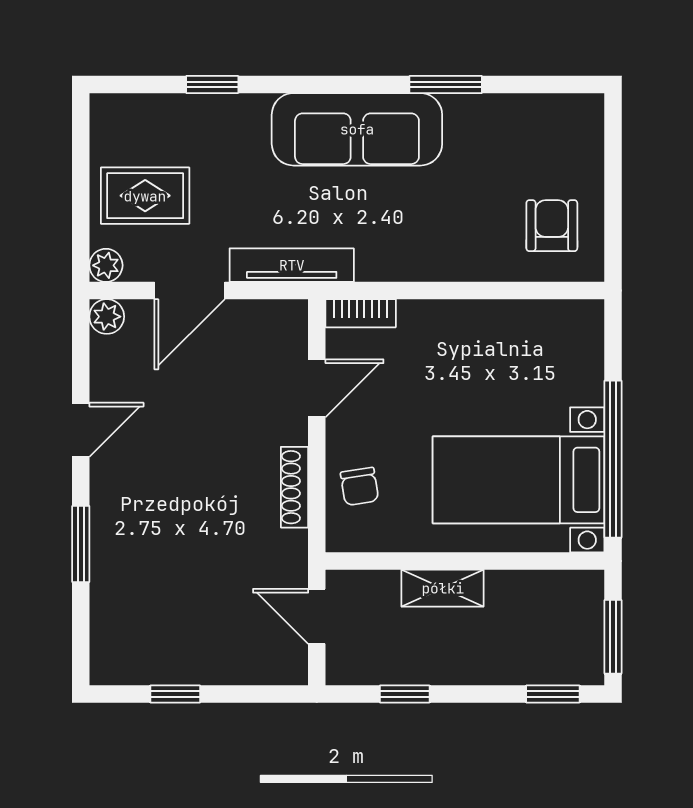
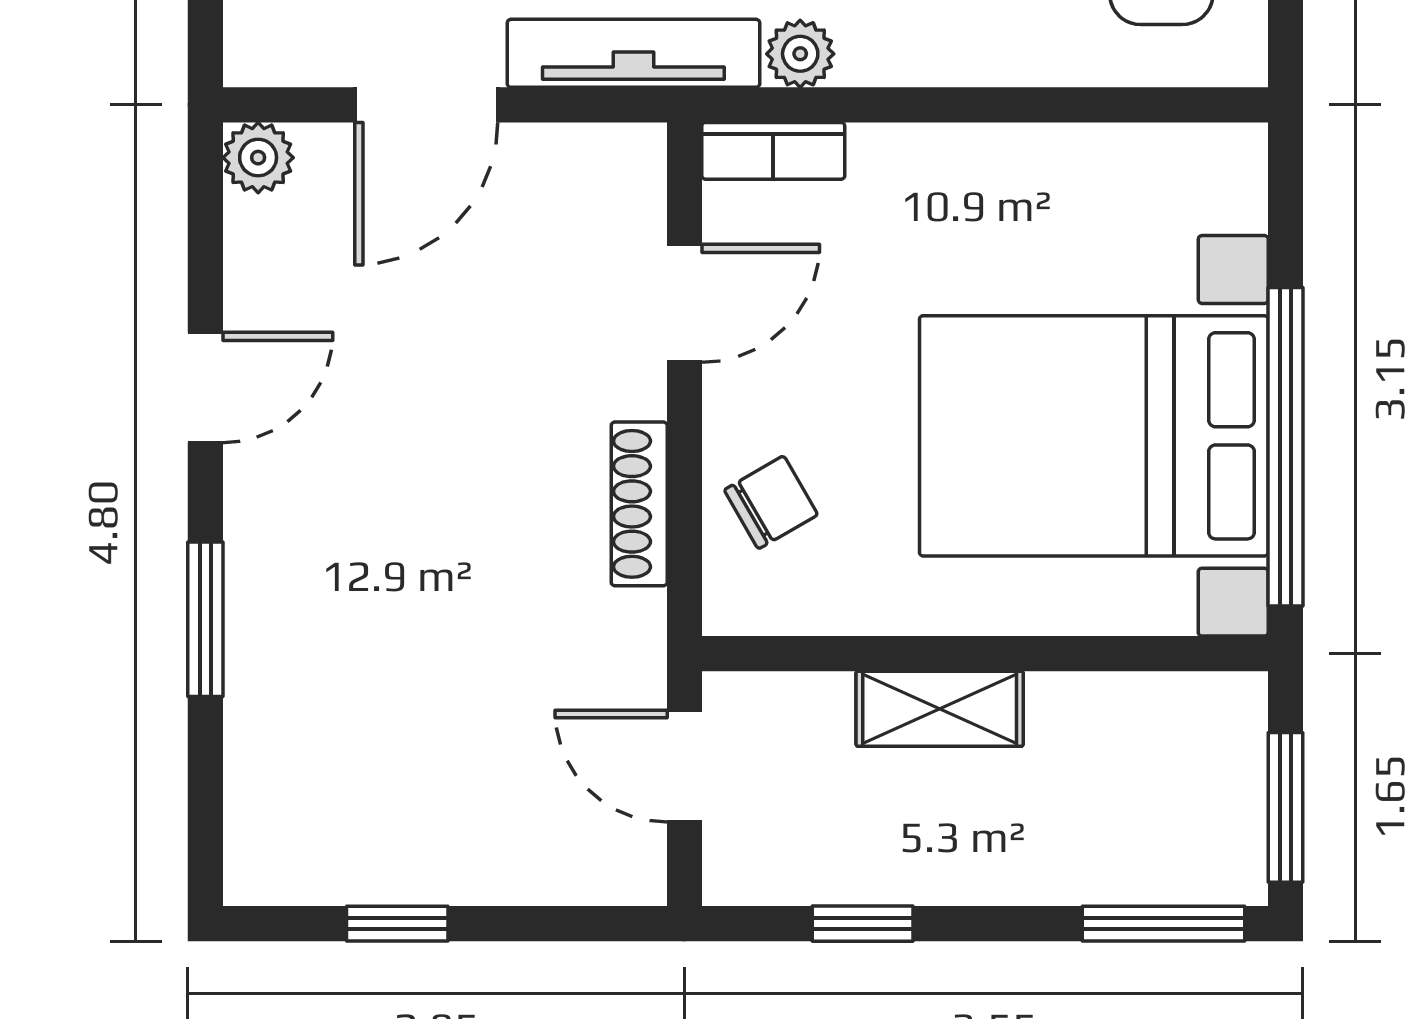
plant: (106, 265) -> (800, 54), moved
bed with nightstands: (519, 480) -> (1094, 436), width x1.36
chair: (359, 486) -> (771, 502), turned -111
window: (553, 694) -> (1164, 924), width x1.50

